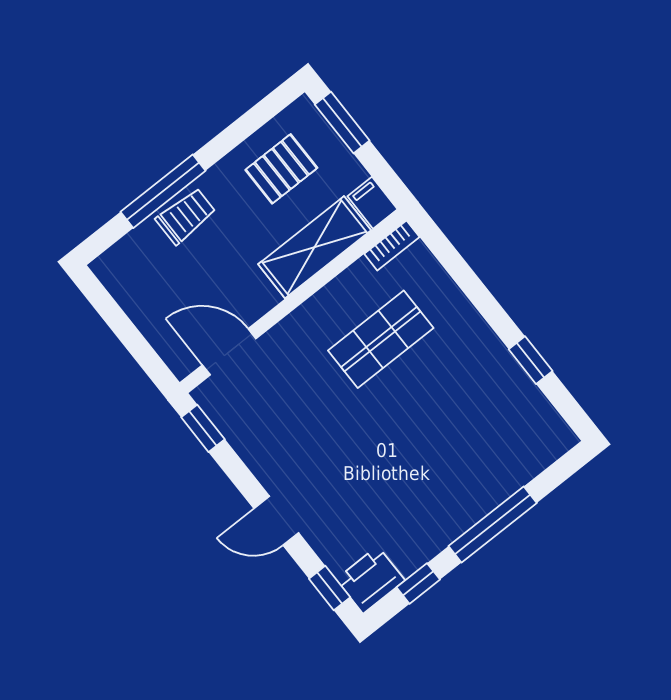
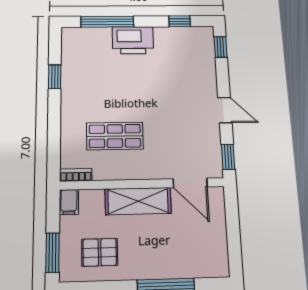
trolley: (186, 216) -> (164, 265), removed
shelving: (315, 247) -> (138, 201), moved
door: (276, 521) -> (225, 110), moved
window: (493, 525) -> (107, 22), moved
printer: (370, 580) -> (133, 40), moved, width x1.37, depth x1.19

